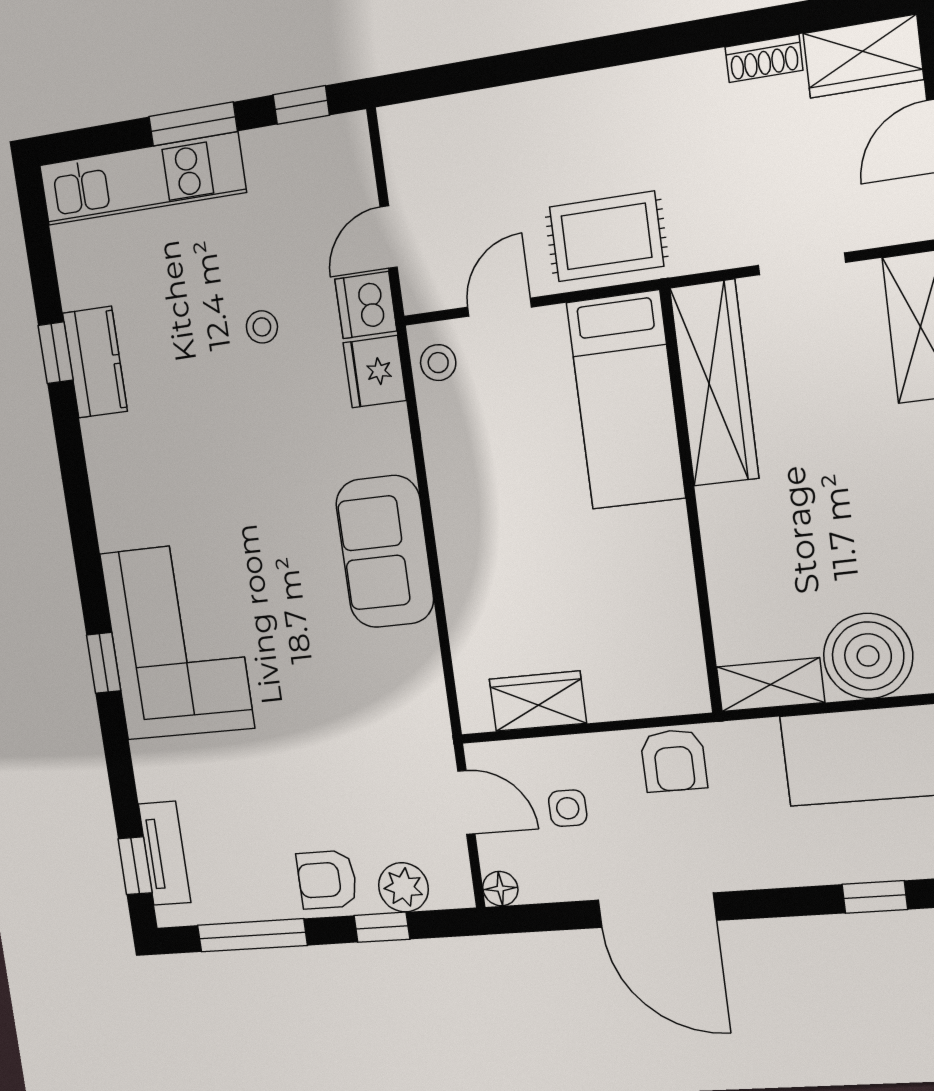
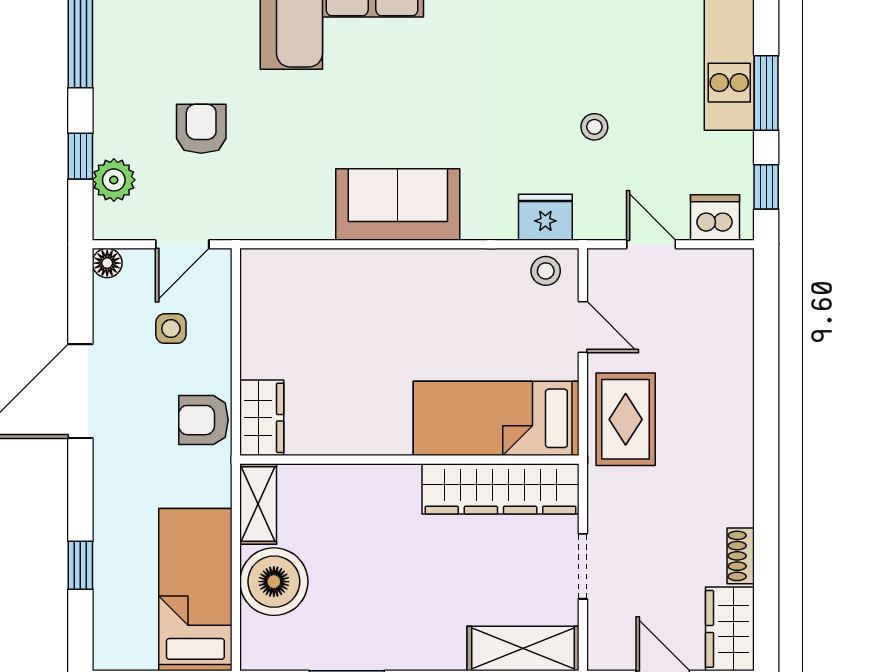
dishwasher: (366, 305) -> (715, 217), moved
wardrobe: (538, 701) -> (262, 418), moved
armchair: (327, 880) -> (201, 129), moved

